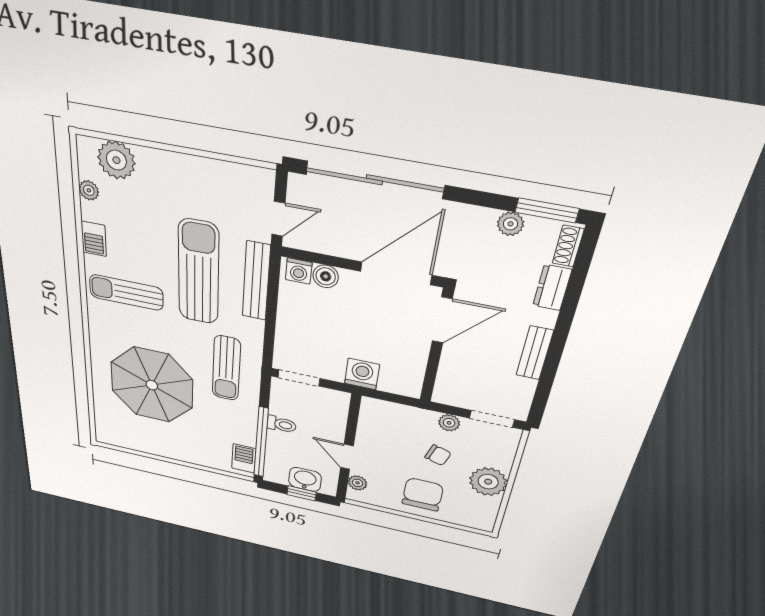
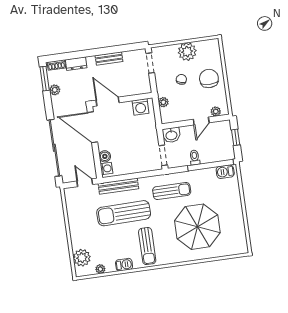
washing machine: (362, 374) -> (140, 107), moved, turned -90
plant: (449, 423) -> (163, 102), moved
washbasin: (305, 479) -> (171, 135), moved, turned -90
chair: (423, 494) -> (209, 79), turned 90

